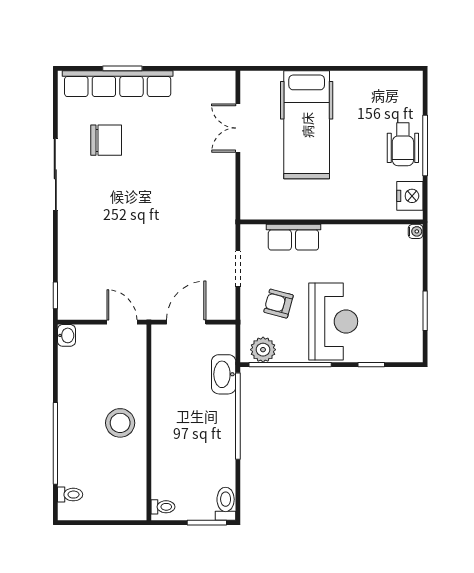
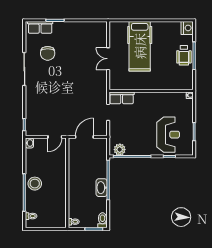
row of seats: (118, 84) -> (40, 27), width x0.50
double door: (238, 128) -> (108, 59), moved
chair: (106, 140) -> (48, 53), turned 90
nightstand: (410, 196) -> (187, 28), moved
row of seats: (293, 237) -> (122, 98), moved
armchair: (279, 304) -> (127, 128), removed
reception desk: (333, 321) -> (168, 135), moved
door: (122, 322) -> (55, 137), swing flipped
washbasin: (224, 374) -> (102, 188), moved
stool: (120, 423) -> (35, 184), moved

